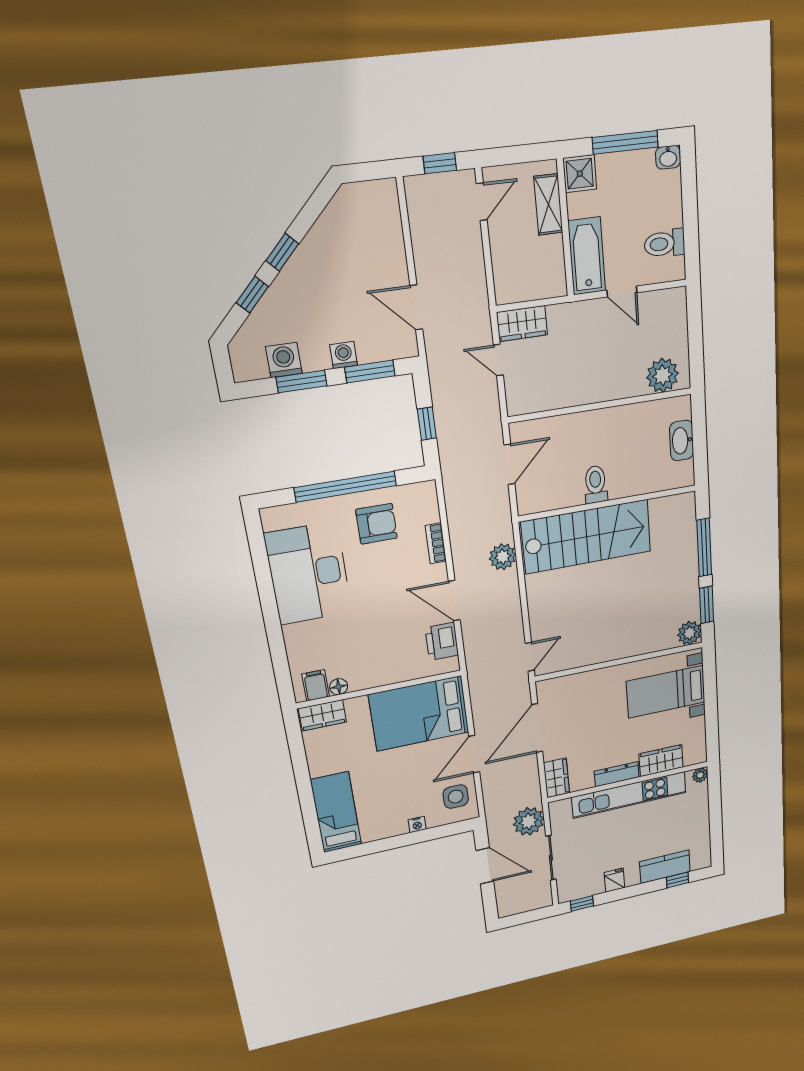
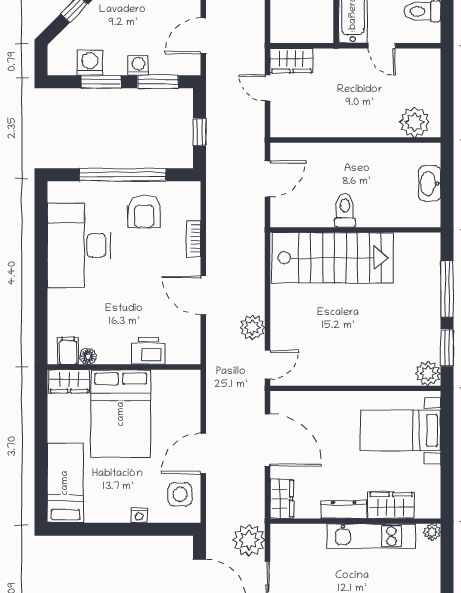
door: (416, 307) -> (203, 36), hinge flipped
armchair: (376, 524) -> (144, 212), turned 90
plant: (503, 557) -> (252, 327), moved
printer: (442, 641) -> (148, 351), moved, turned 90
bed: (419, 713) -> (121, 414), moved, turned -90
door: (537, 728) -> (268, 440), swing flipped
kitchen unit: (629, 795) -> (371, 536), width x0.73

